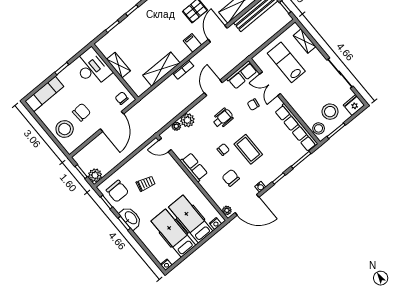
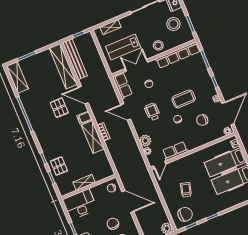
pallet: (128, 31) -> (59, 166), added
shelving: (161, 69) -> (93, 137), moved
double door: (270, 84) -> (136, 65), swing flipped
stool: (319, 128) -> (158, 45), moved
row of seats: (194, 167) -> (175, 151), moved
washbasin: (131, 218) -> (210, 210), removed

